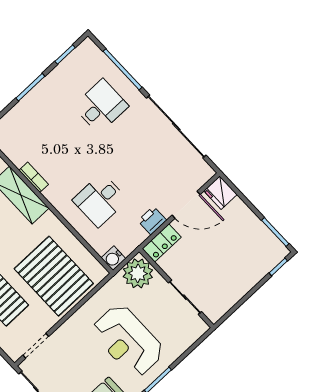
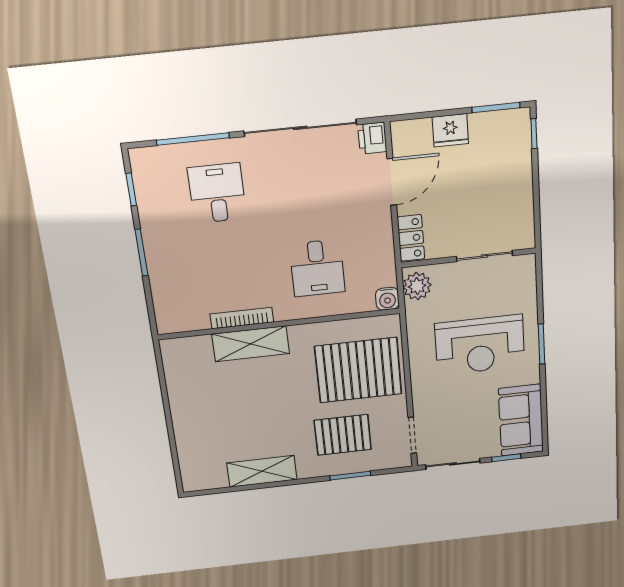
bookcase: (34, 177) -> (242, 318), width x1.56
fridge: (220, 193) -> (450, 130), moved
printer: (152, 220) -> (372, 138), moved
plant: (138, 273) -> (417, 286), width x0.73, depth x0.73

